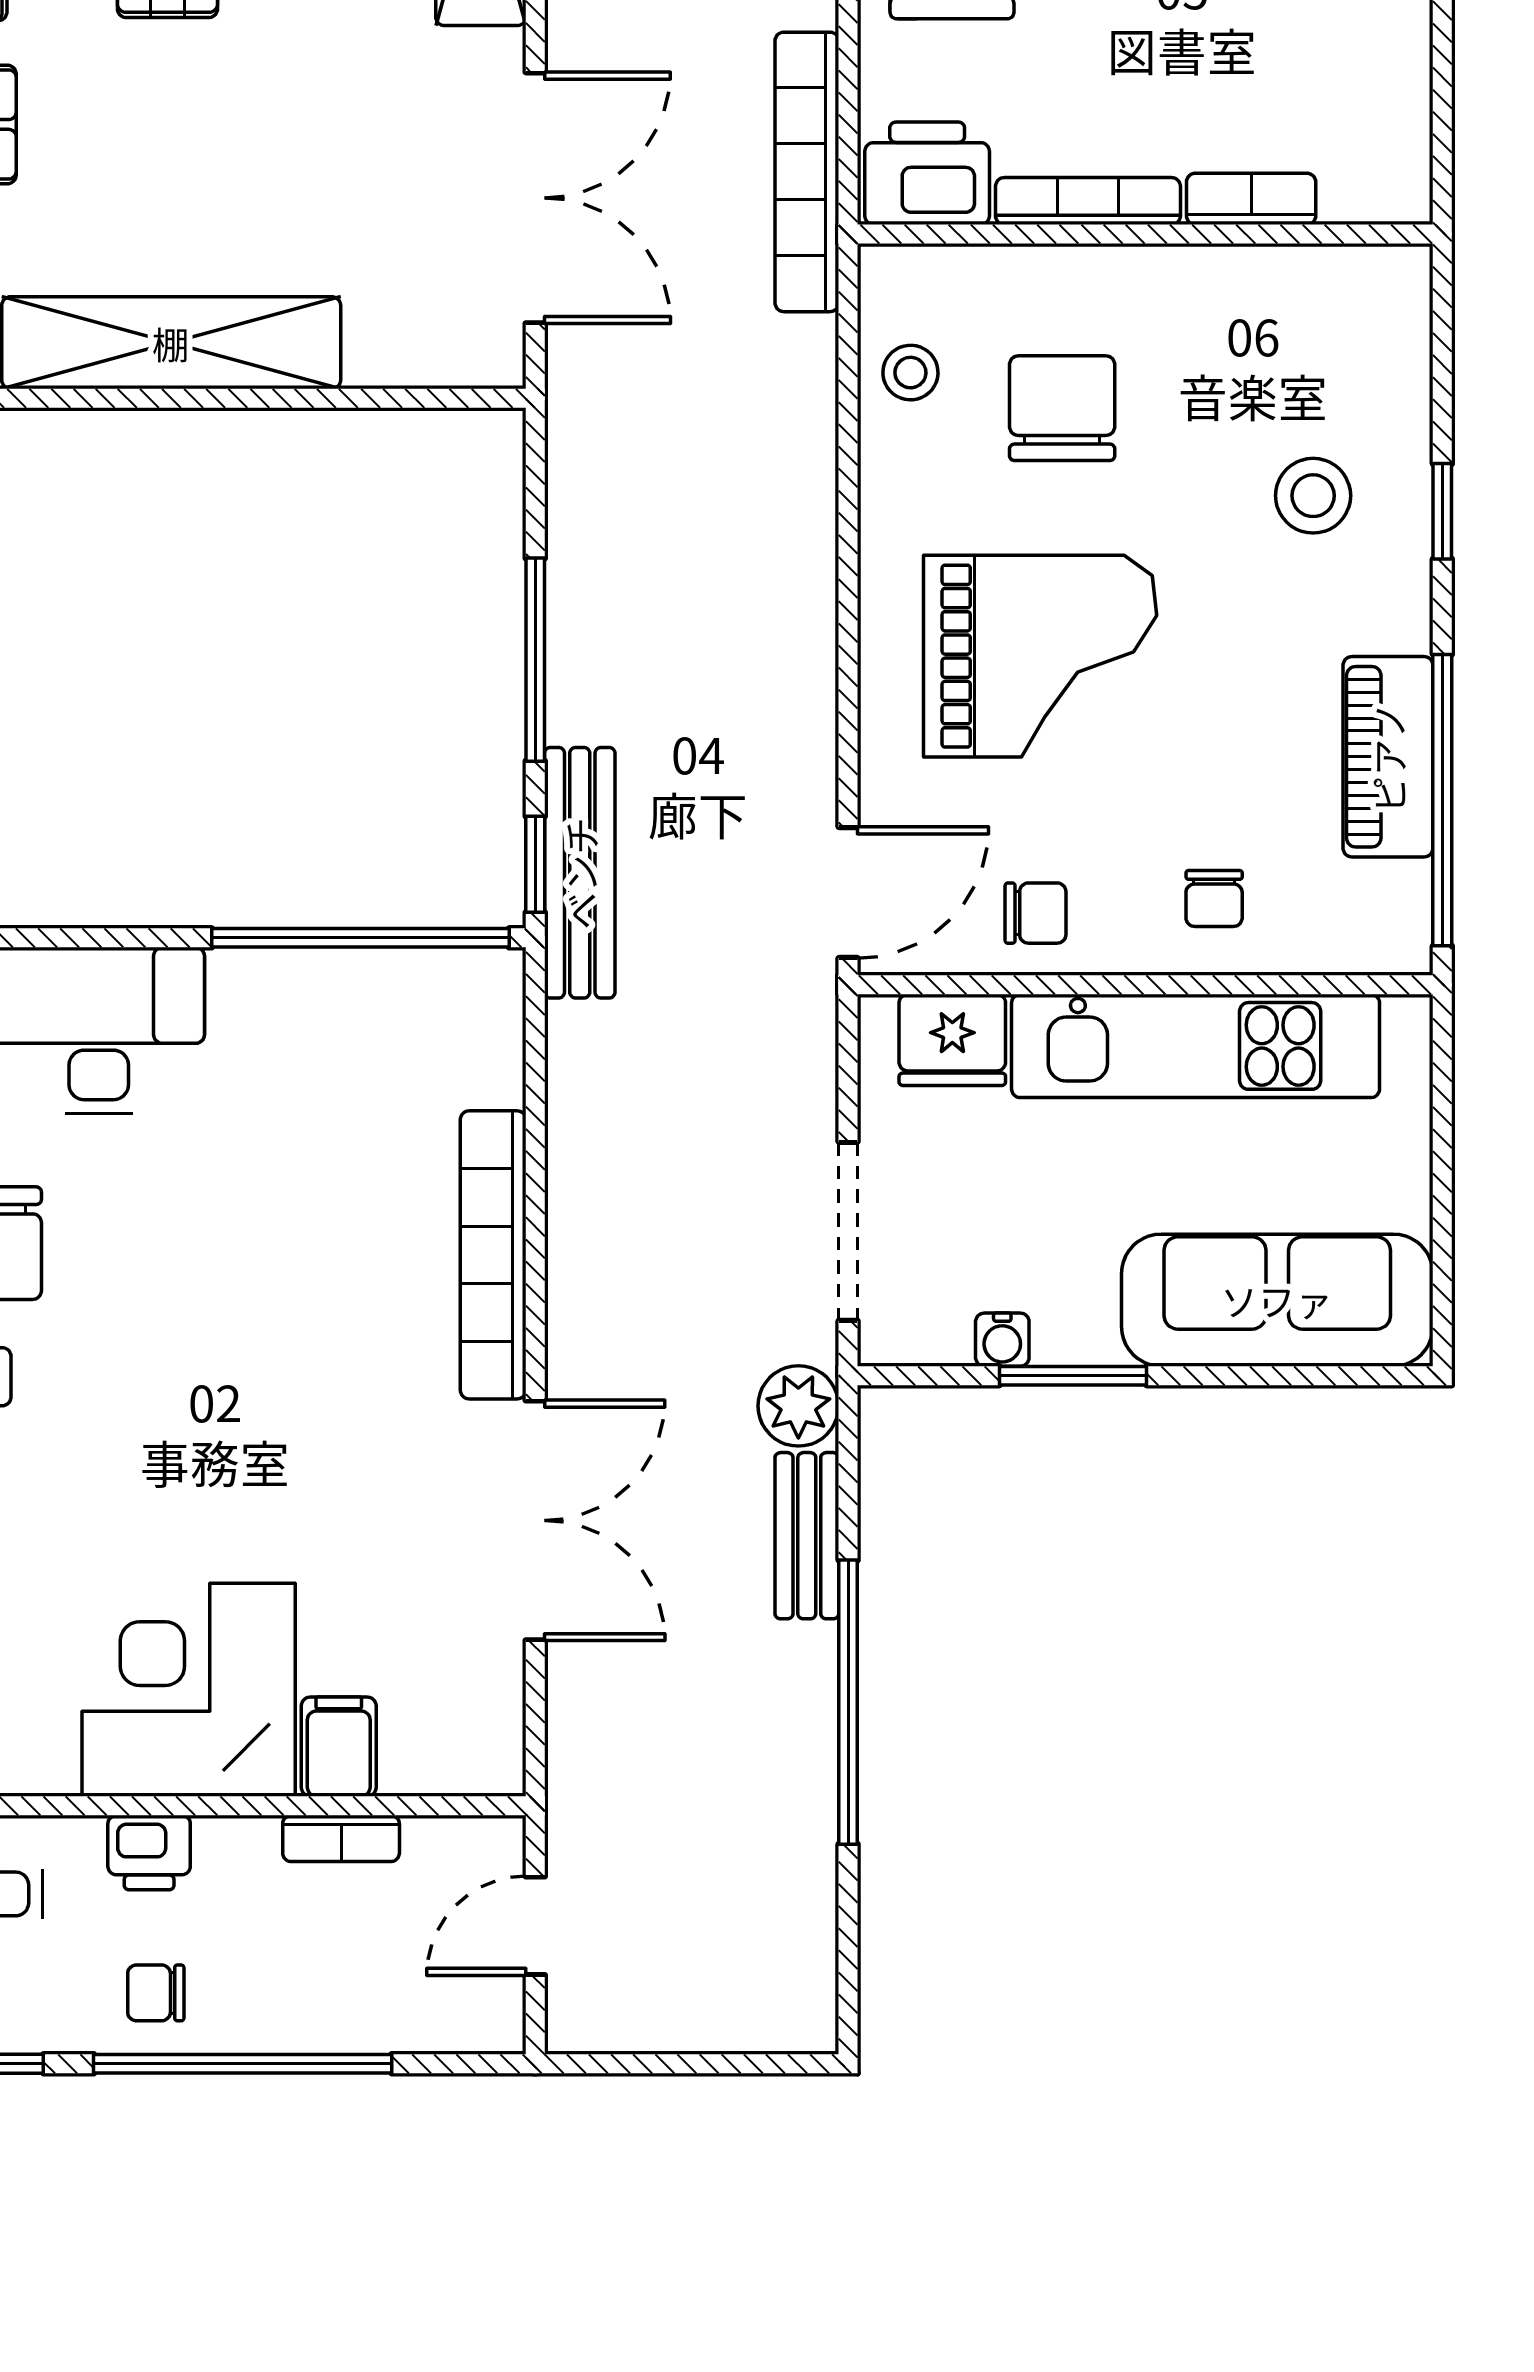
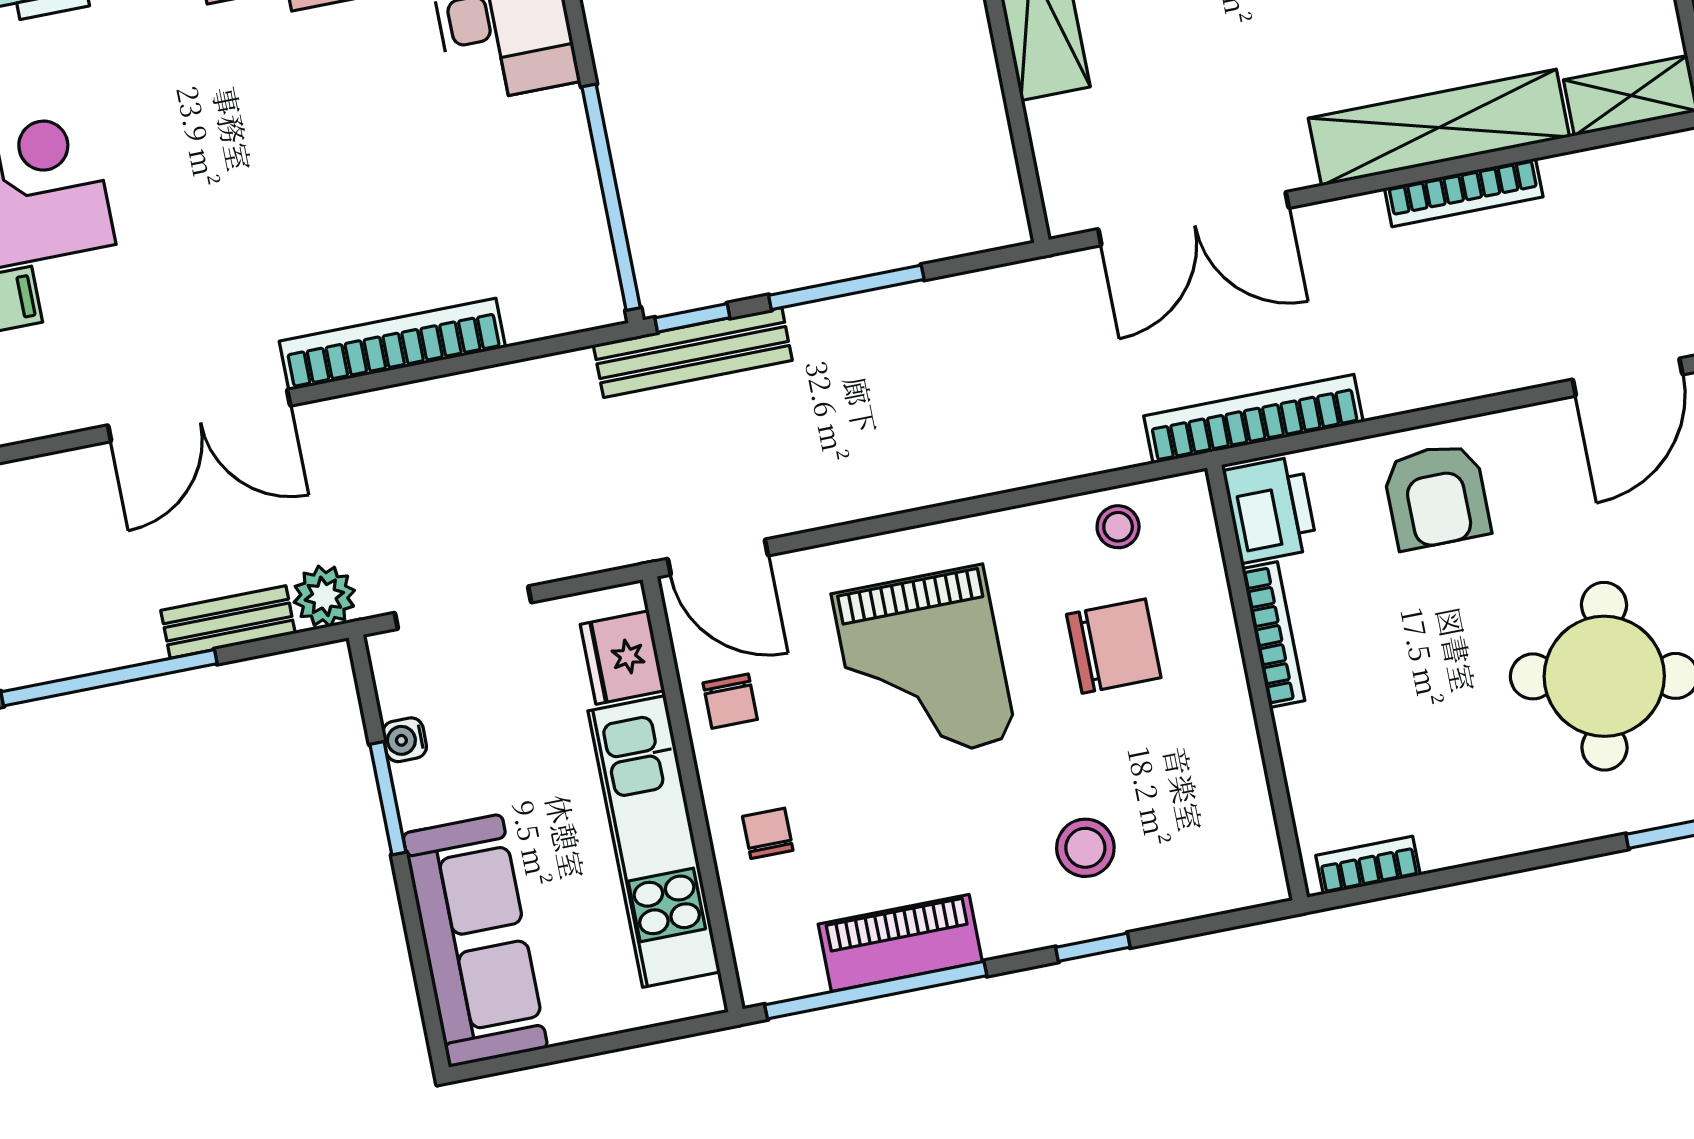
bookcase: (1251, 199) -> (1368, 865), moved, turned -90
chair: (1214, 898) -> (768, 833), turned 90

